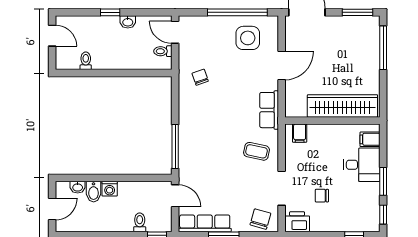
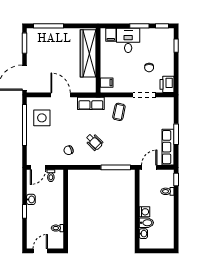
wheelchair: (213, 115) -> (94, 142), added
door: (52, 209) -> (158, 251), removed
chair: (260, 219) -> (165, 109), removed

